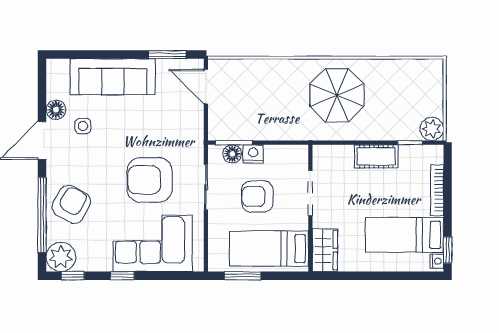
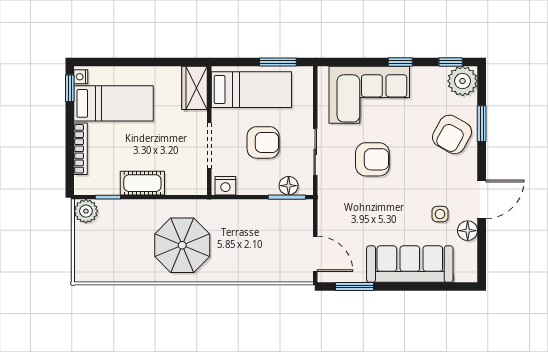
nightstand: (253, 154) -> (225, 186), moved
armchair: (150, 180) -> (372, 159), width x0.73, depth x0.73
window: (42, 215) -> (482, 124), width x0.47

